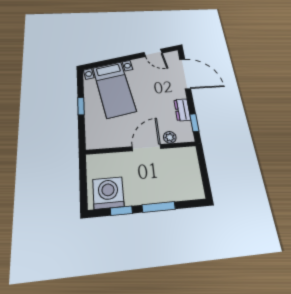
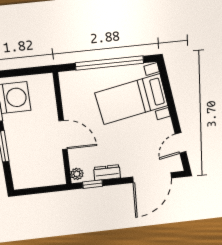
window: (81, 106) -> (109, 63), width x3.17
plant: (170, 137) -> (77, 174), moved

